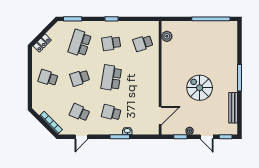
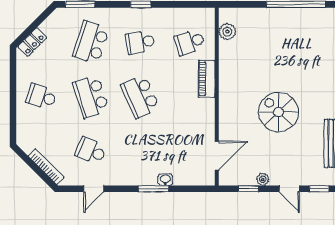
piano: (154, 67) -> (207, 79), added
school desk: (80, 78) -> (91, 97), width x1.85
school desk: (111, 78) -> (140, 97), turned -33
school desk: (111, 113) -> (140, 151), removed

